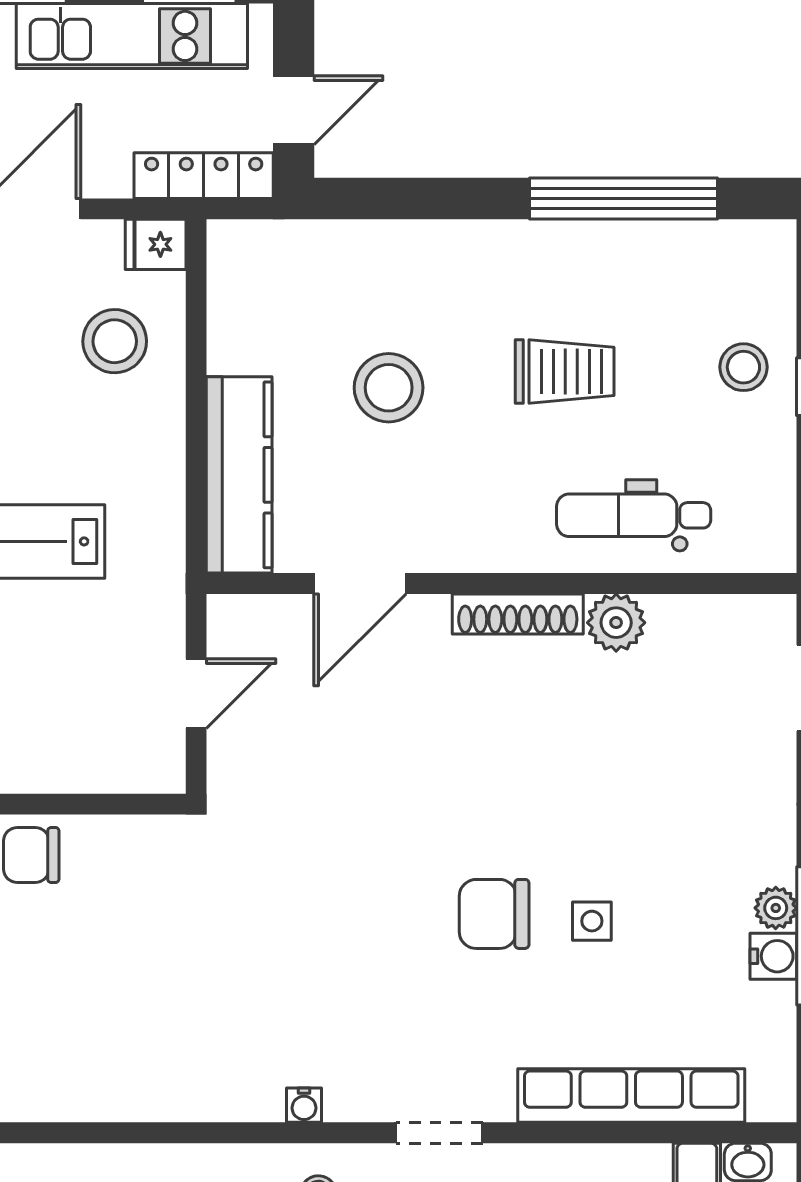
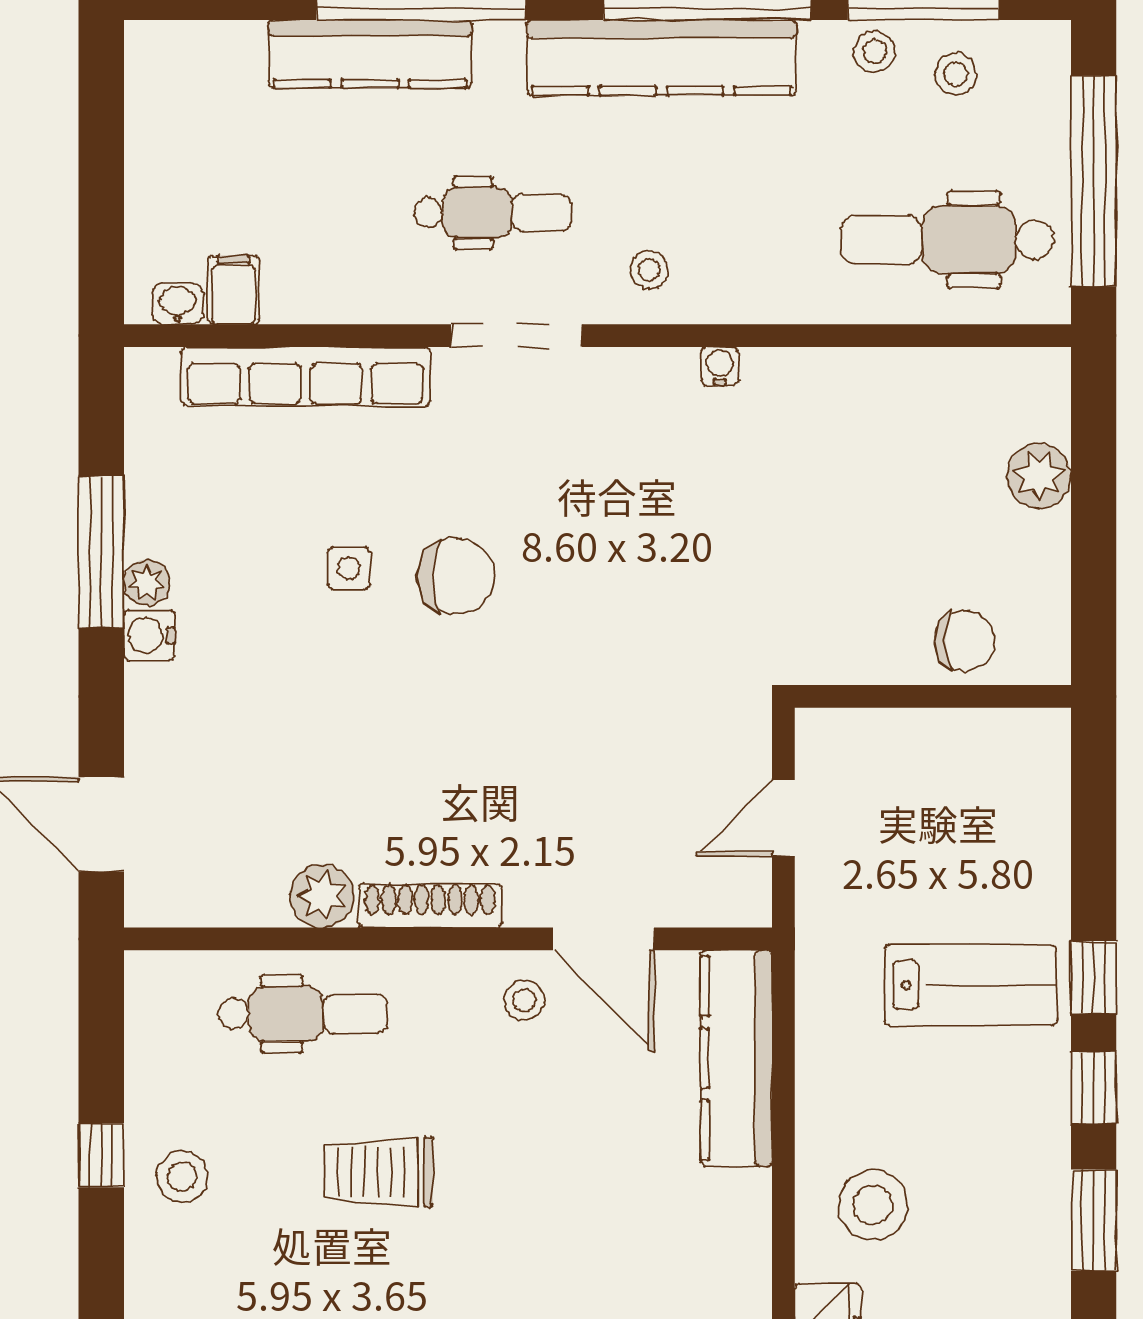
stool: (389, 388) -> (524, 1000), moved, width x0.53, depth x0.53
door: (360, 583) -> (603, 939), swing flipped
water cooler: (773, 956) -> (149, 636), moved
water cooler: (304, 1105) -> (720, 366), moved
doorway: (439, 1133) -> (516, 336), width x1.38

